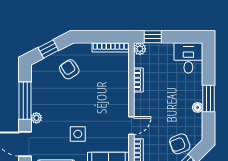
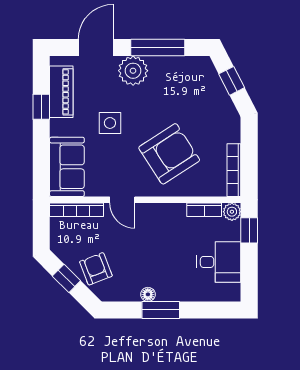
desk: (188, 58) -> (219, 262), moved
armchair: (69, 69) -> (169, 154), moved, width x1.88, depth x1.88
bookcase: (138, 80) -> (204, 210), moved
plant: (36, 118) -> (133, 71), width x1.87, depth x1.87

